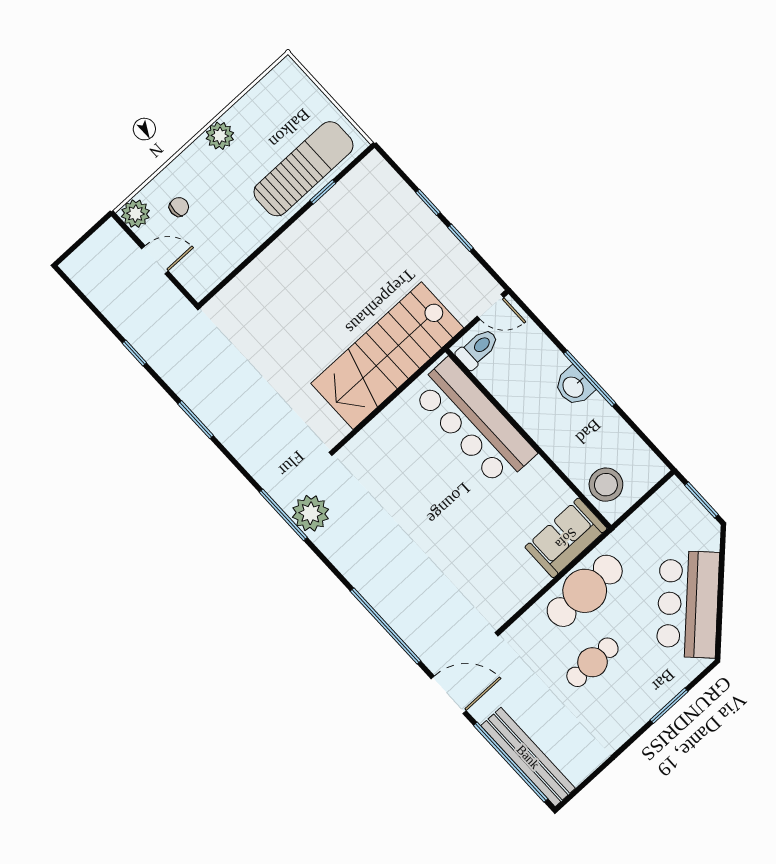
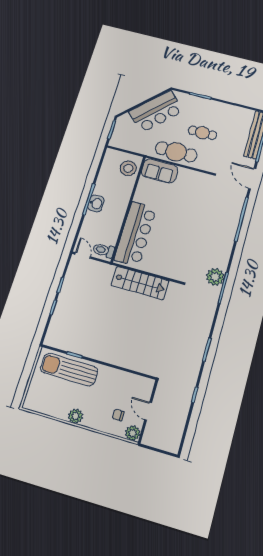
stairs: (387, 356) -> (140, 283), width x0.73, depth x0.66

